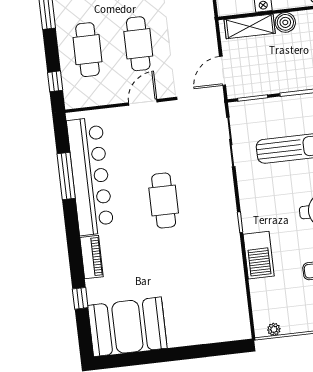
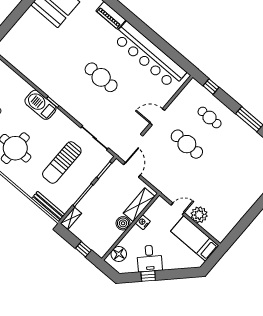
cafe table: (88, 50) -> (210, 118), width x0.73, depth x0.74
door: (143, 102) -> (157, 117), swing flipped
window: (66, 176) -> (161, 44), removed
barbecue: (259, 255) -> (40, 105), moved

